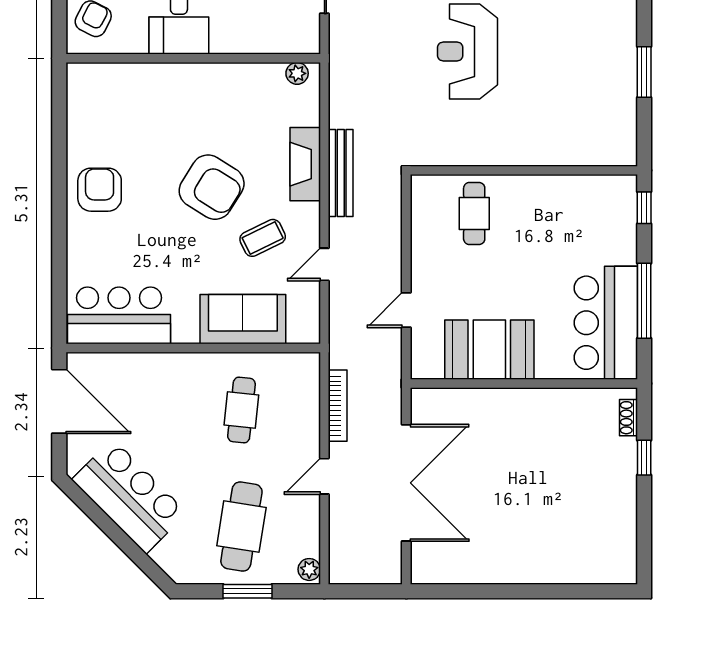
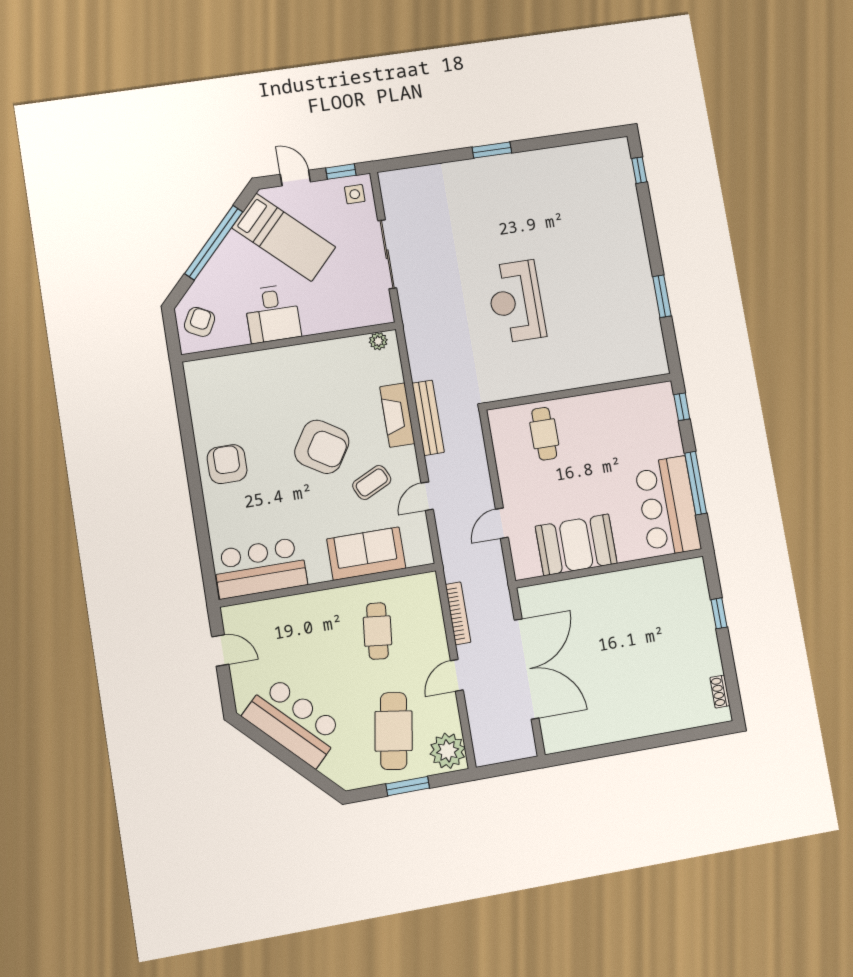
door: (59, 401) -> (220, 650), width x0.53
shoe rack: (628, 418) -> (720, 692), moved
plant: (309, 569) -> (448, 751), width x1.87, depth x1.87

